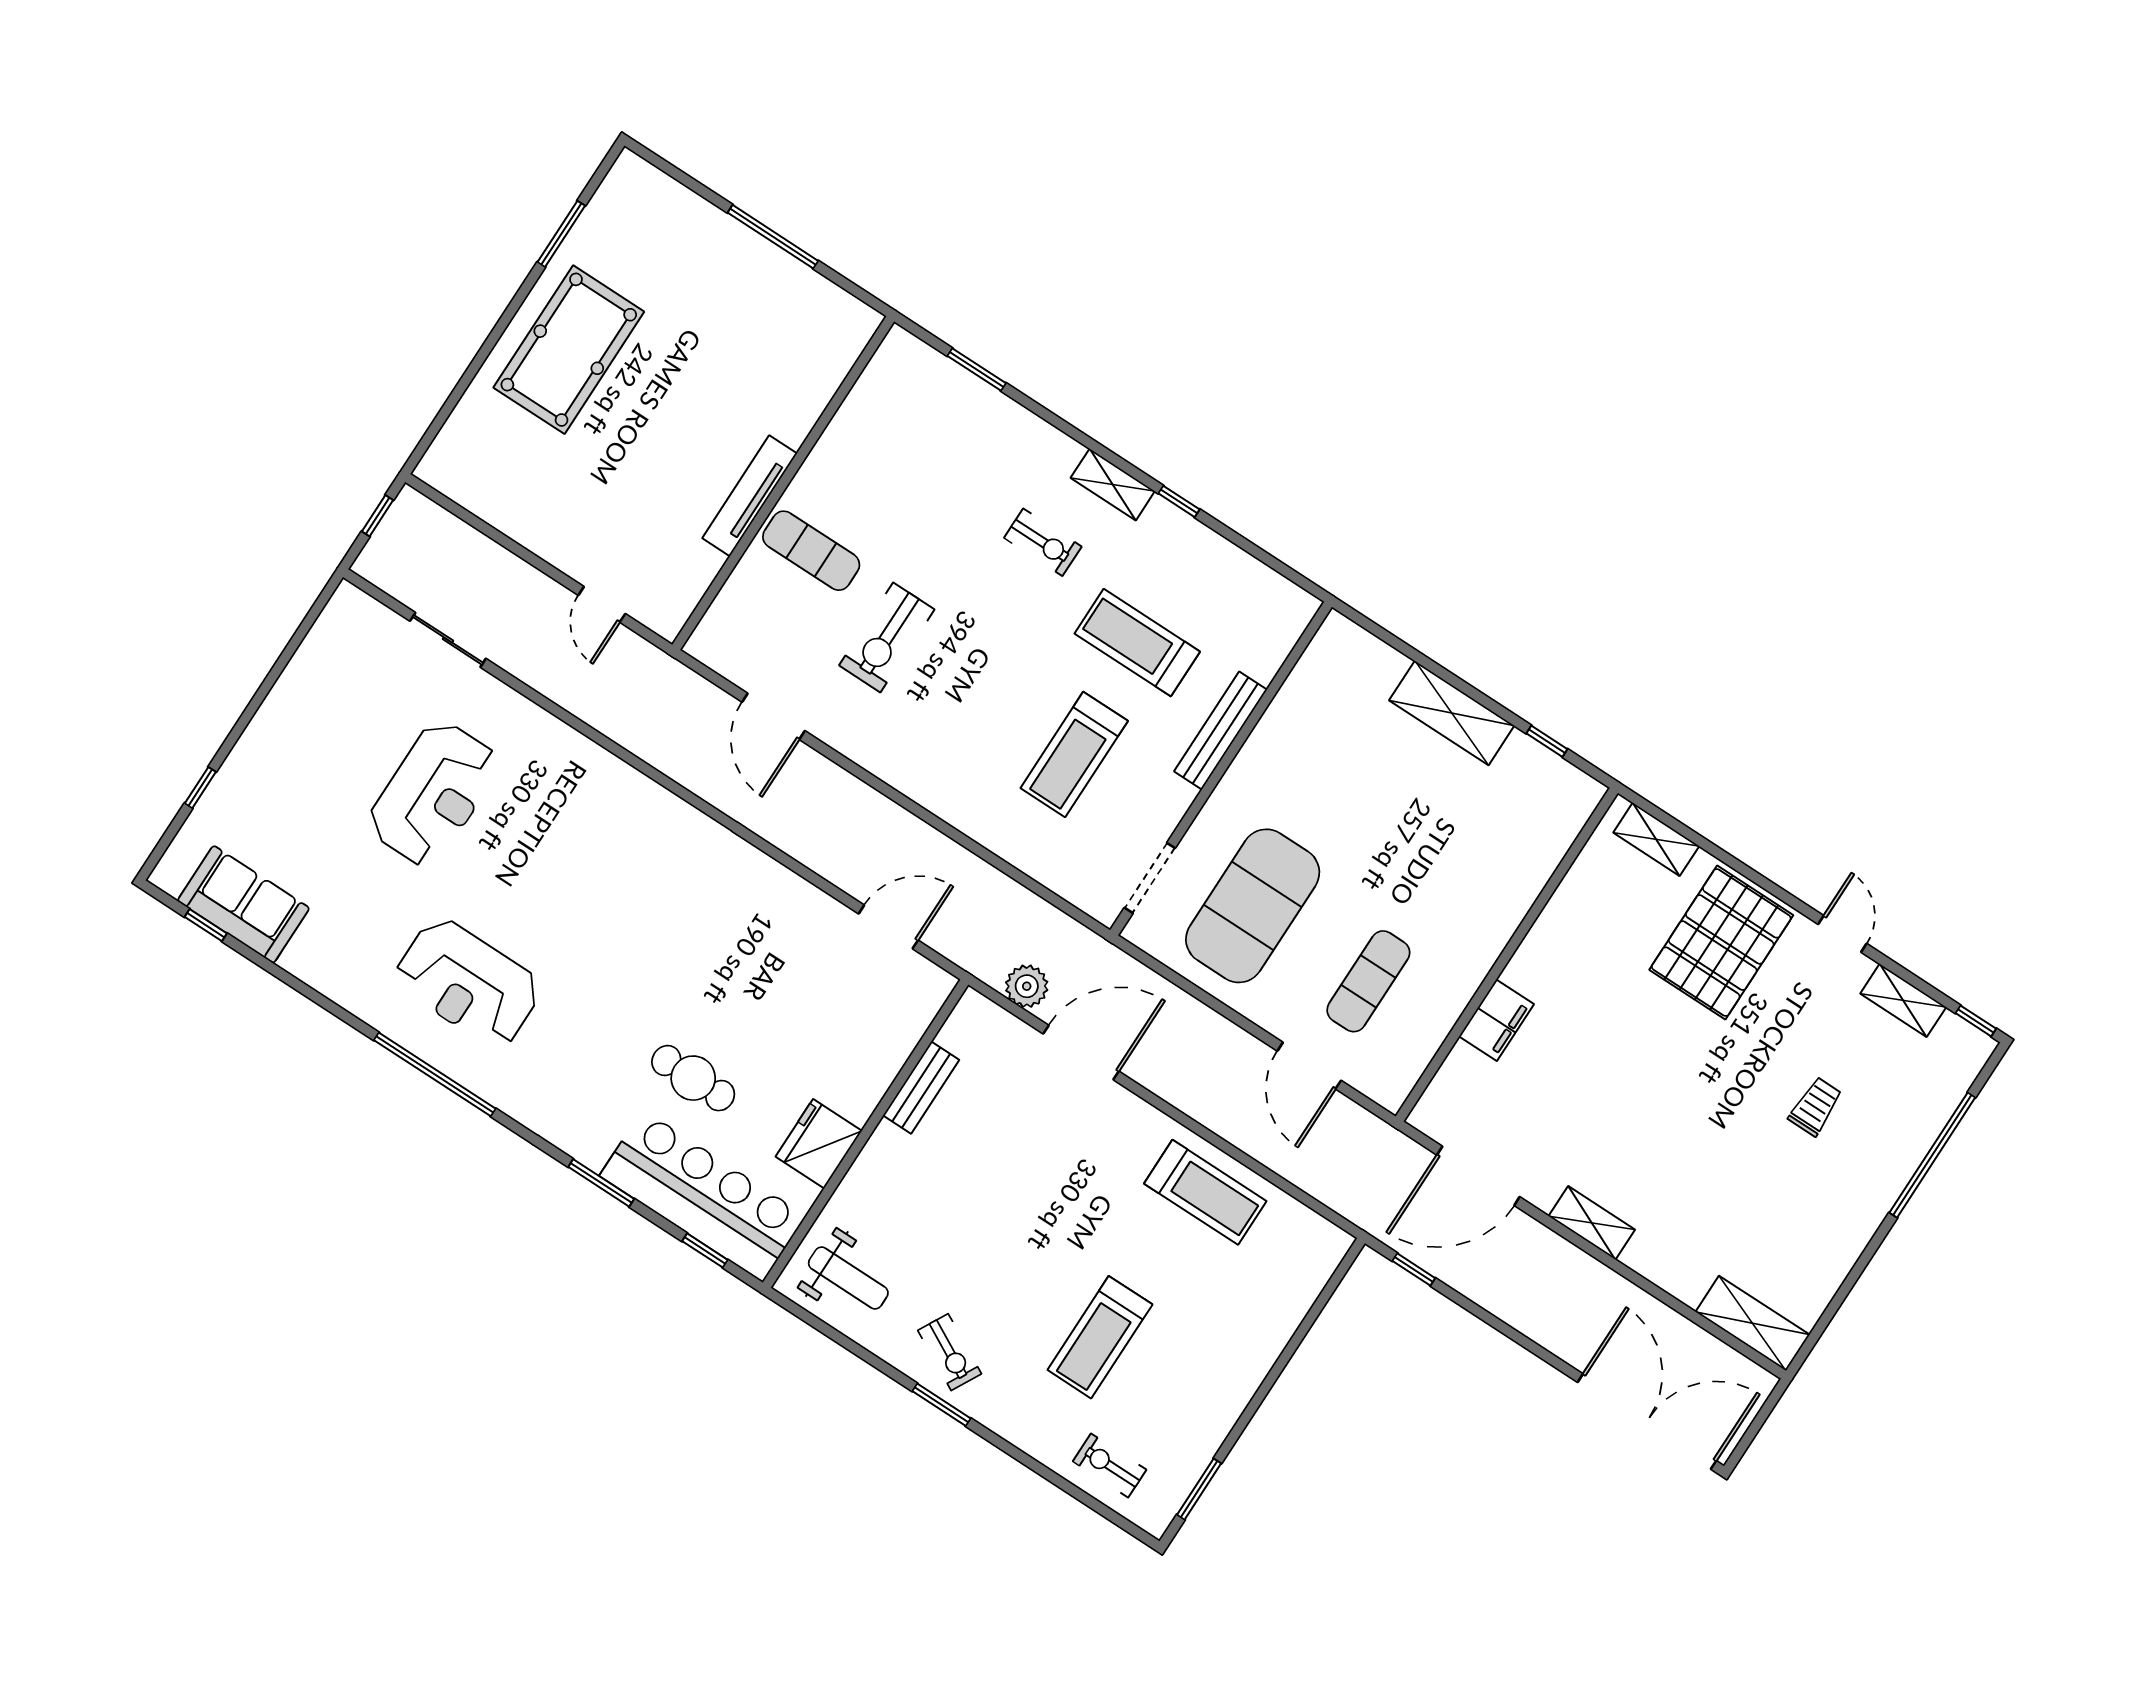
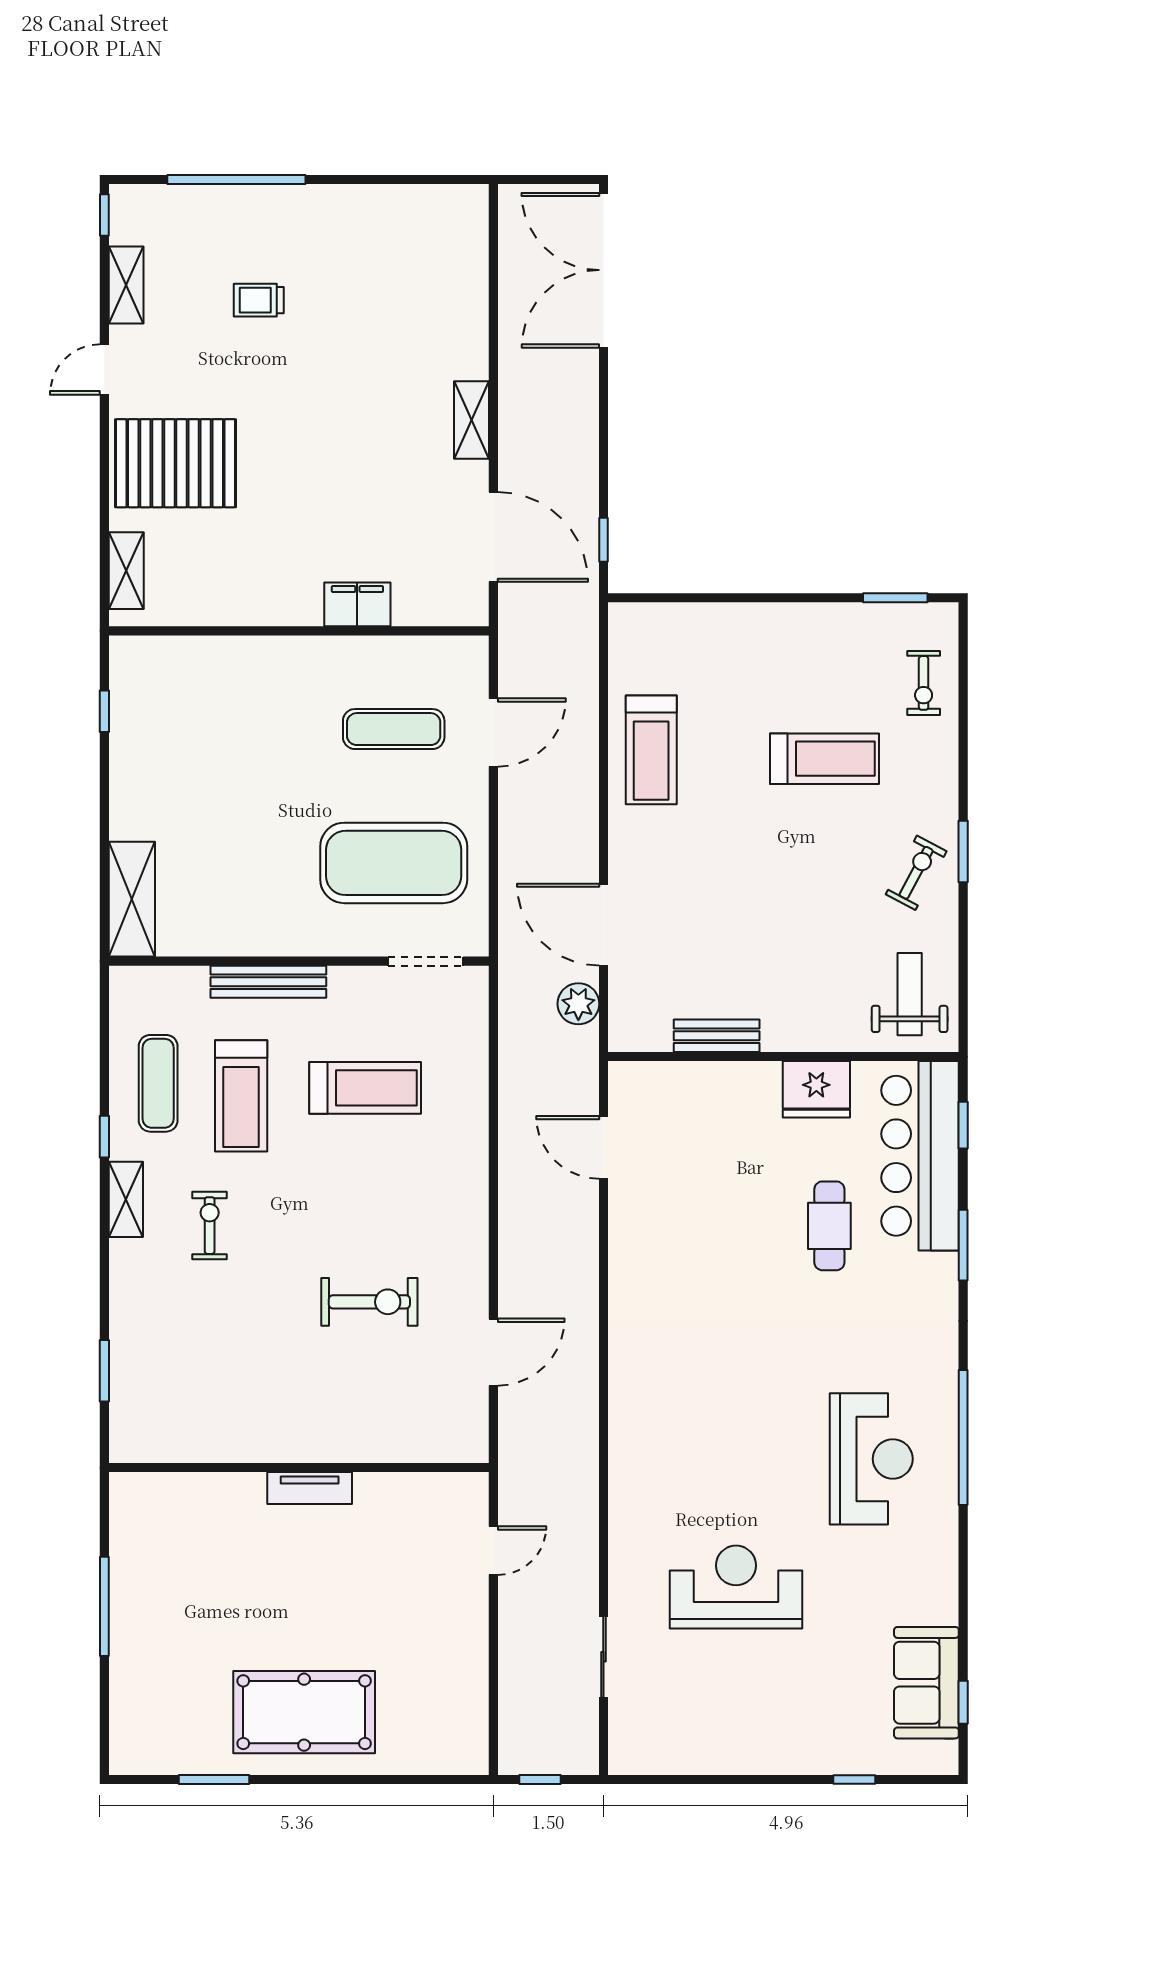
tv unit: (750, 496) -> (310, 1488), width x0.71
exercise mat: (811, 551) -> (158, 1083), moved
shelving: (1452, 713) -> (132, 899), moved
treadmill: (1205, 1192) -> (651, 750), turned 180
shelving: (1753, 1323) -> (468, 236), removed

